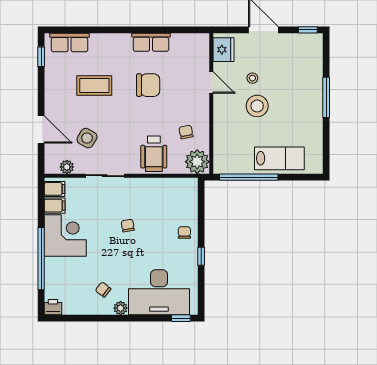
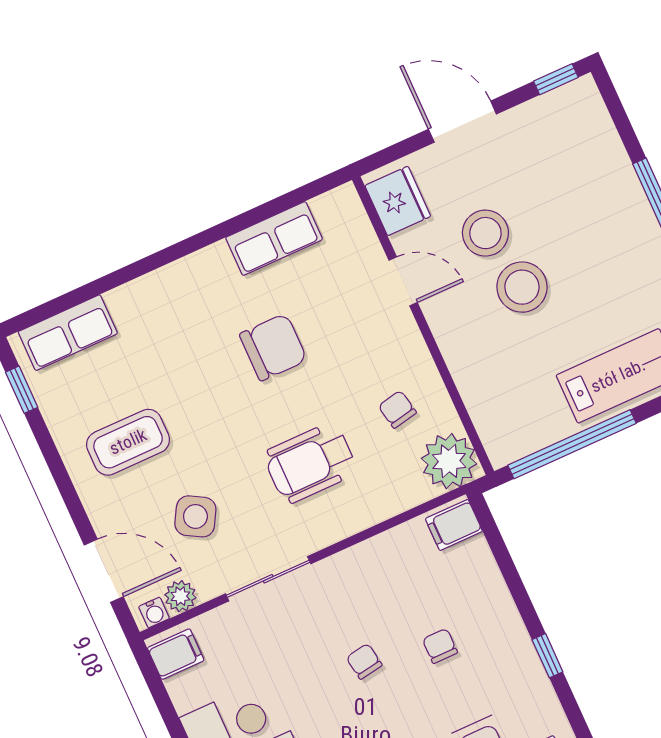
row of seats: (151, 42) -> (274, 238), moved
stool: (252, 78) -> (485, 233), width x1.89, depth x1.89
coffee table: (94, 86) -> (128, 442), moved
door: (41, 130) -> (104, 571), moved
wheelchair: (154, 154) -> (310, 463), moved, turned 90
water cooler: (53, 169) -> (154, 612), added
filing cabinet: (55, 206) -> (454, 525), moved, turned 180
chair: (184, 233) -> (440, 646), moved

